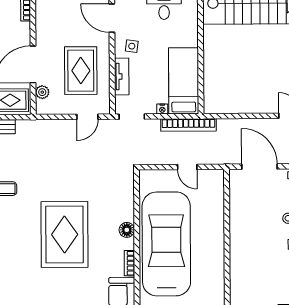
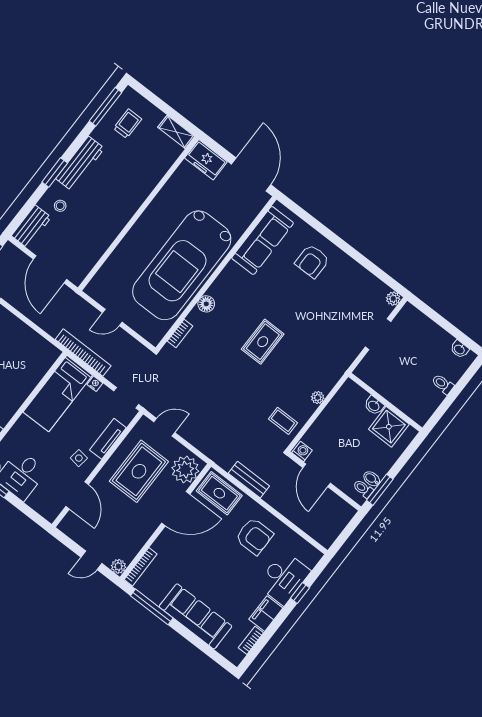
plant: (42, 92) -> (185, 470), width x1.88, depth x1.88
door: (187, 167) -> (112, 317), swing flipped
rug: (65, 235) -> (263, 342), width x0.54, depth x0.49
bookcase: (129, 263) -> (180, 334), moved

